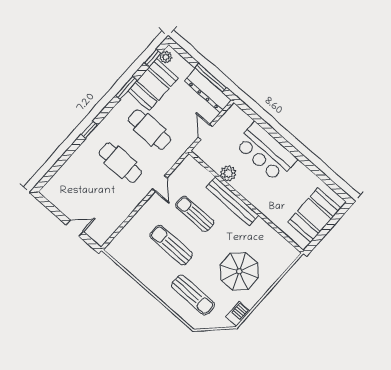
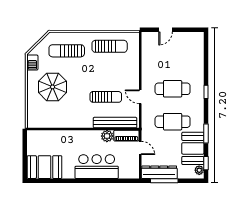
piano: (208, 157) -> (126, 136), added
bench: (232, 201) -> (115, 123), moved
booth: (314, 215) -> (45, 167), moved, turned 90
sun lounger: (171, 245) -> (110, 46), moved

